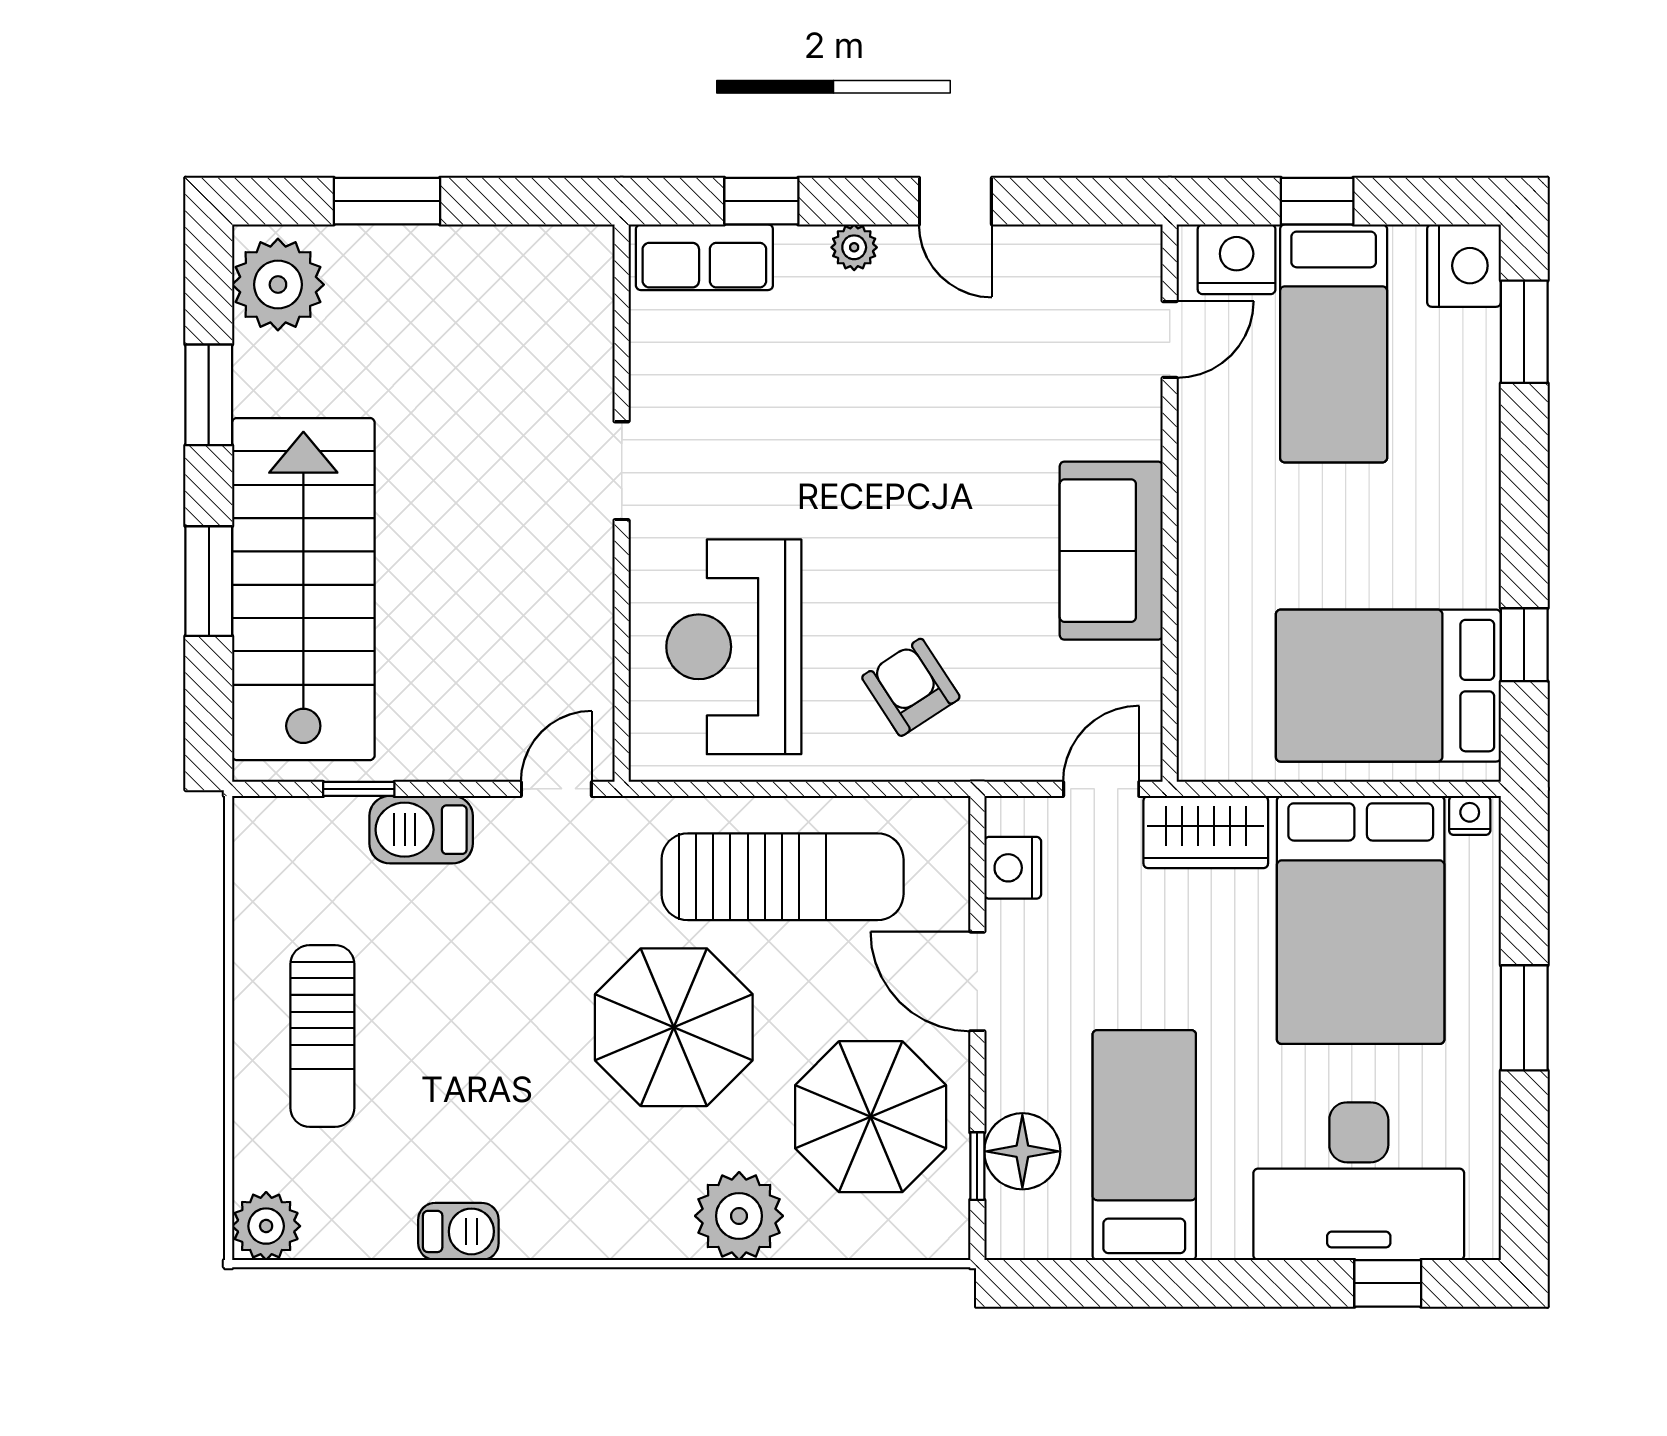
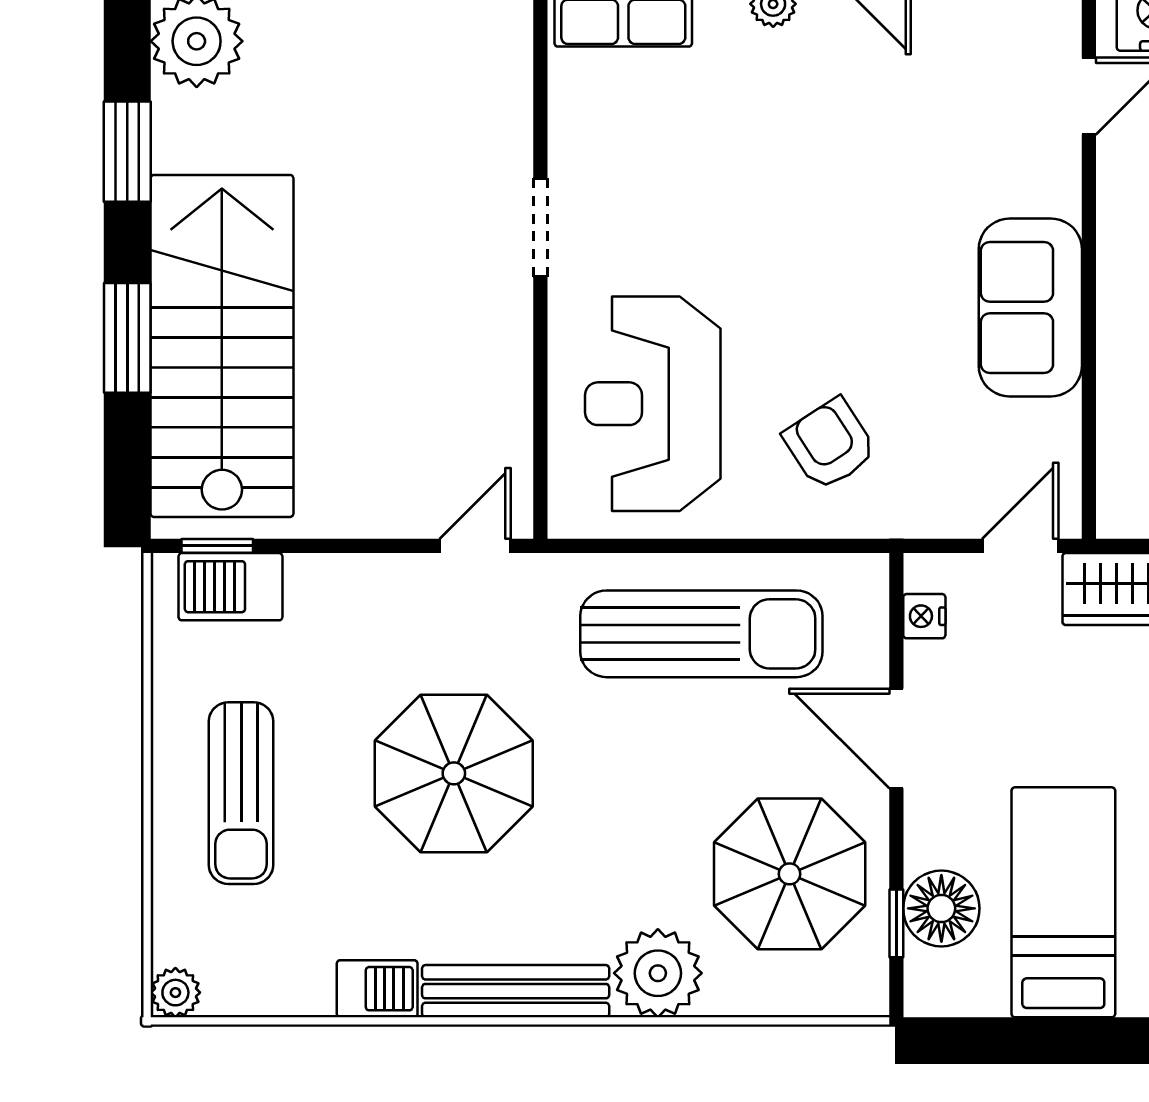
window: (359, 789) -> (217, 546), moved
barbecue: (421, 830) -> (230, 587), moved
nightstand: (1013, 868) -> (924, 616), width x0.72, depth x0.74
parasol: (674, 1027) -> (454, 773), moved
plant: (266, 1226) -> (175, 993), width x0.73, depth x0.73
bench: (597, 1234) -> (516, 991), added

